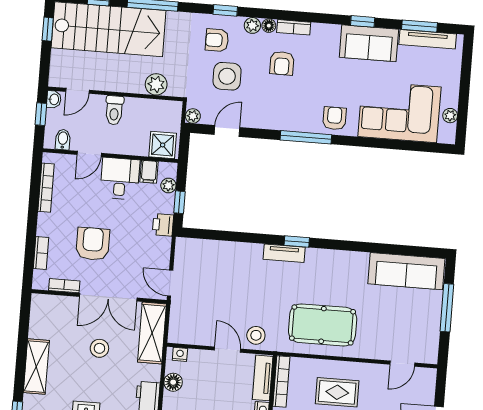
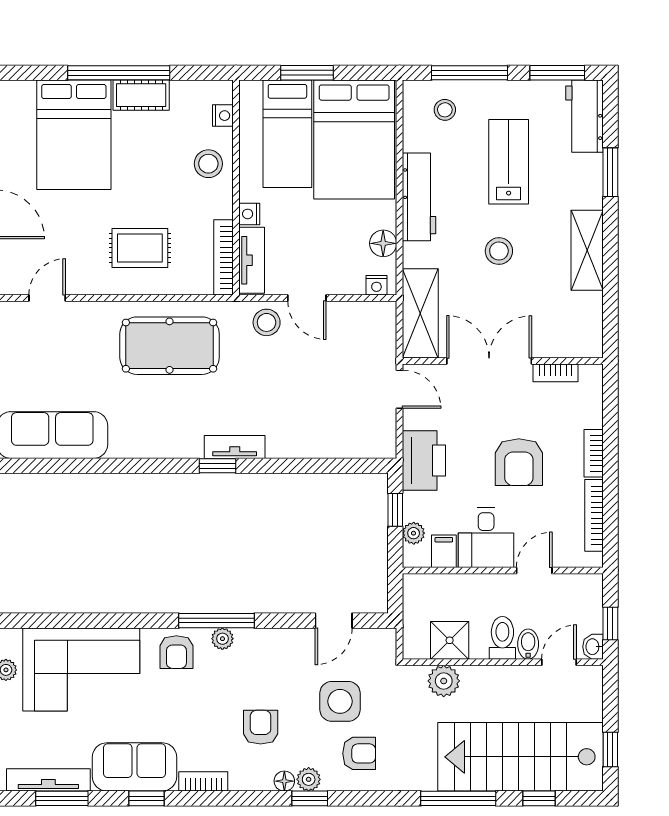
window: (225, 10) -> (310, 798), moved
bookcase: (294, 27) -> (203, 781), moved
plant: (193, 116) -> (222, 639), moved
bidet: (63, 140) -> (528, 644), moved, turned 180
shower: (163, 145) -> (450, 640), moved
printer: (163, 225) -> (424, 461), width x1.87, depth x1.48
armchair: (93, 244) -> (519, 462), moved
bookcase: (41, 253) -> (594, 453), moved
stool: (99, 348) -> (499, 251), moved

